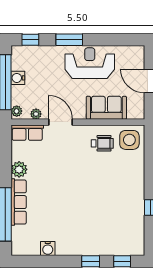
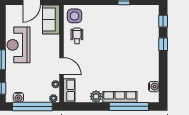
water cooler: (18, 78) -> (18, 97), moved
sofa: (106, 108) -> (51, 19), moved
door: (61, 122) -> (62, 66), swing flipped
water cooler: (48, 249) -> (154, 87), moved

